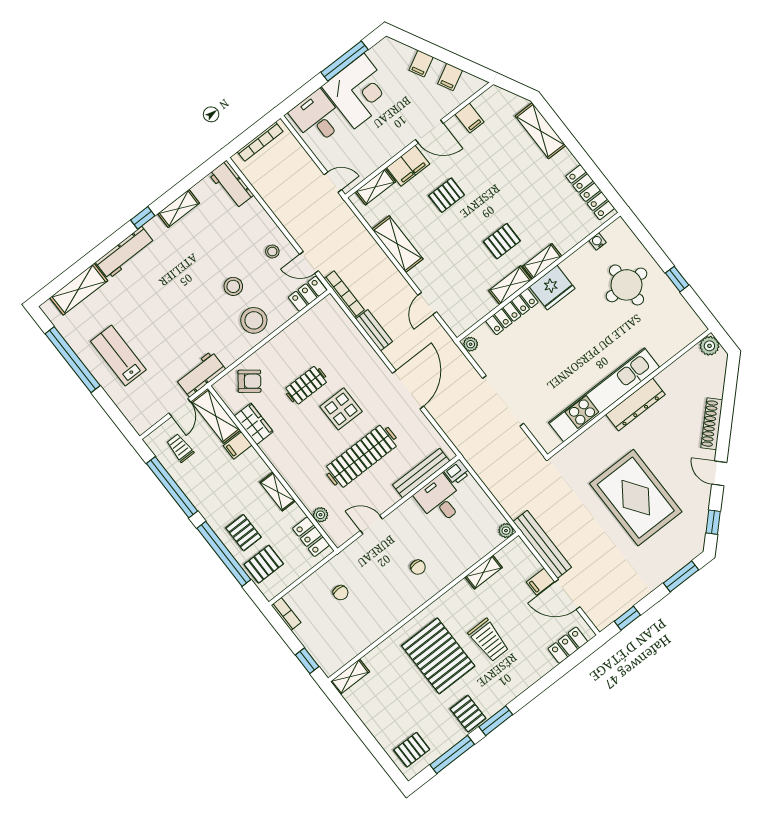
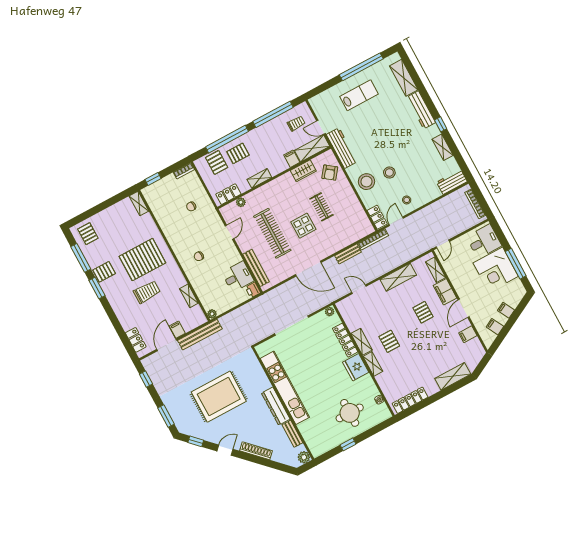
bench: (675, 370) -> (292, 434), added
workbench: (200, 374) -> (342, 148), width x1.38
trolley: (489, 640) -> (147, 292), turned 180

